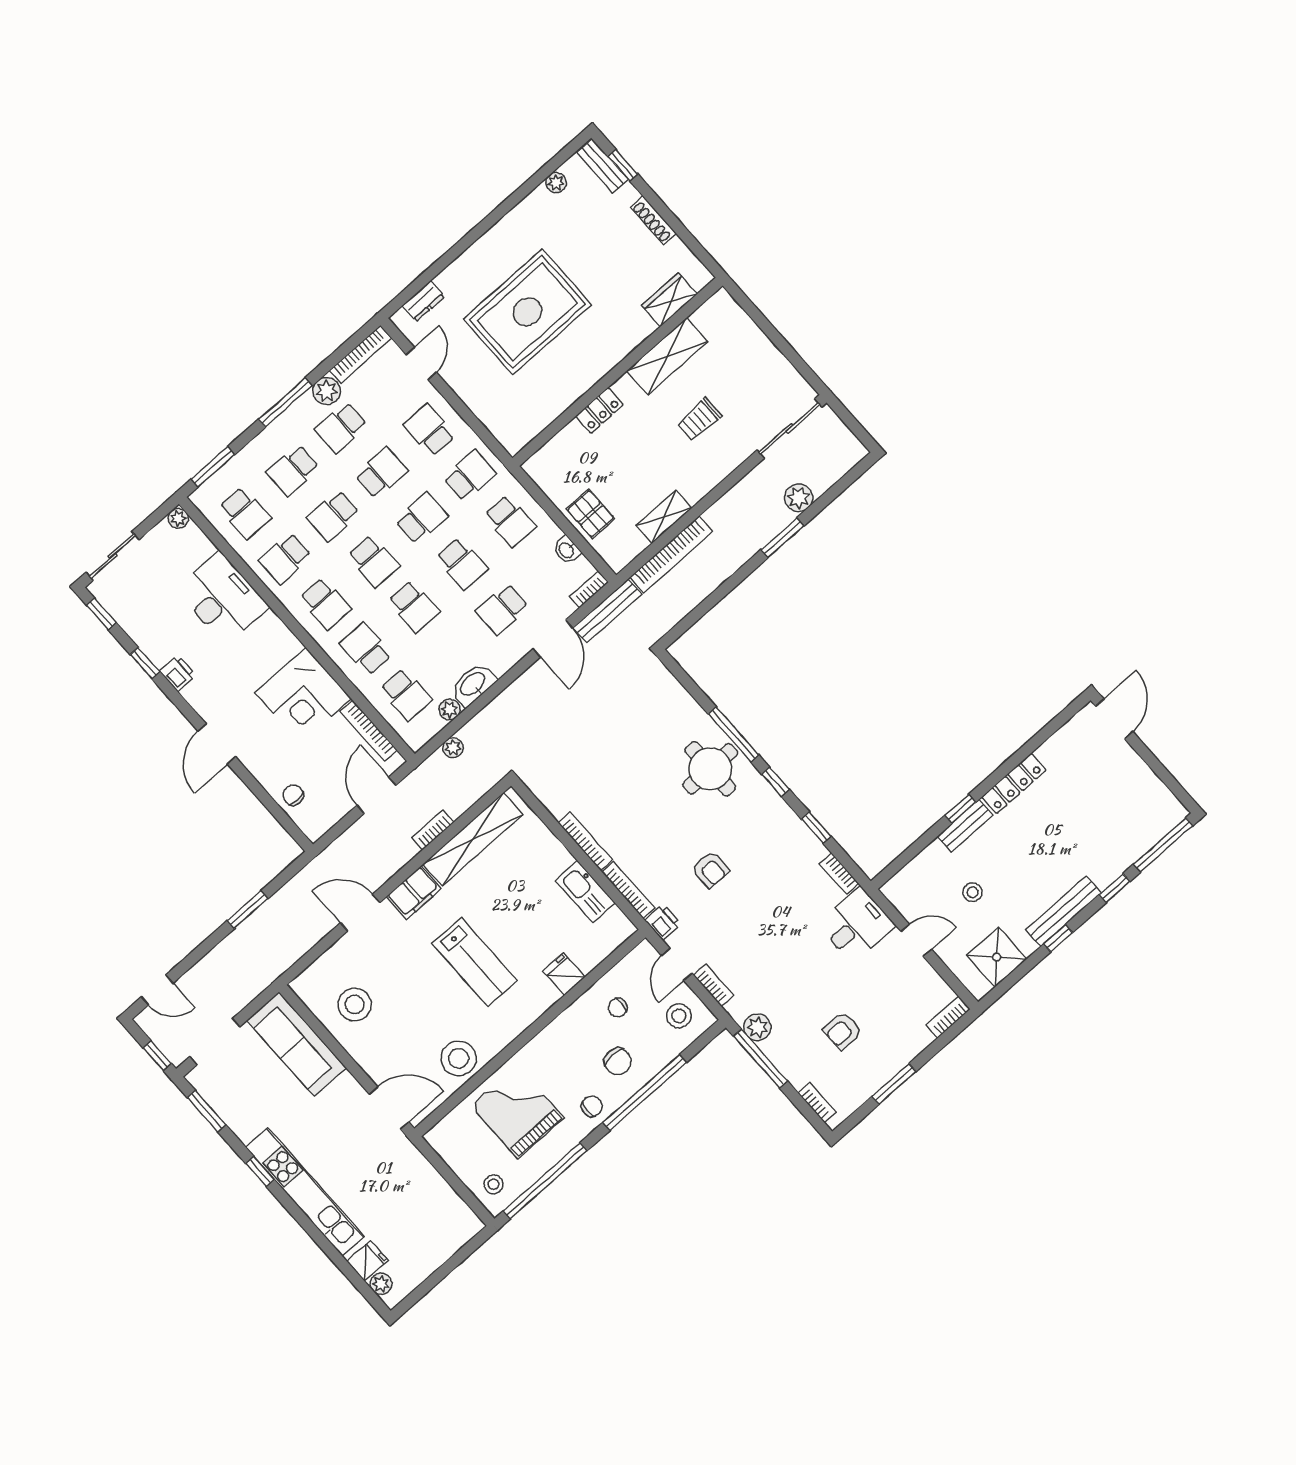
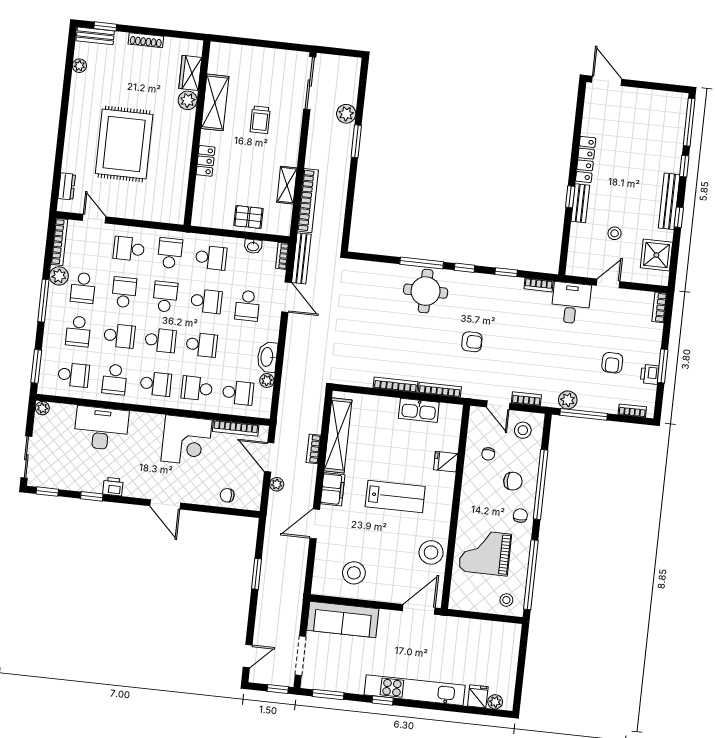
plant: (640, 327) -> (188, 100), added
school desk: (333, 516) -> (119, 336), turned -90
plant: (453, 748) -> (277, 484), moved
printer: (663, 922) -> (650, 374), moved, turned -90

